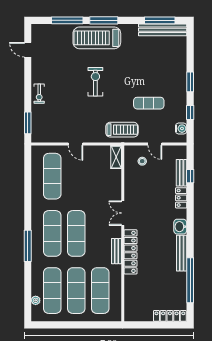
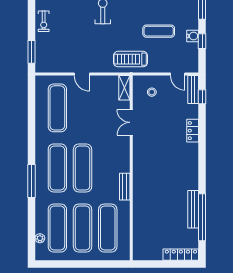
water cooler: (181, 129) -> (193, 36), moved
treadmill: (122, 130) -> (130, 59), turned 180
door: (155, 144) -> (178, 74), moved
bench: (182, 173) -> (193, 90), moved
window: (190, 176) -> (202, 97), moved
double door: (123, 213) -> (131, 122), moved
washbasin: (180, 227) -> (192, 161), removed
locker: (130, 252) -> (139, 187), removed
bench: (182, 253) -> (193, 209), moved

